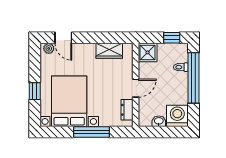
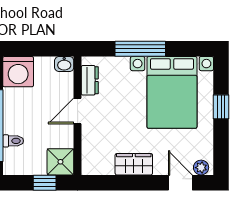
window: (172, 38) -> (45, 183), moved
wardrobe: (109, 51) -> (134, 164), moved
washbasin: (159, 121) -> (64, 64), moved

